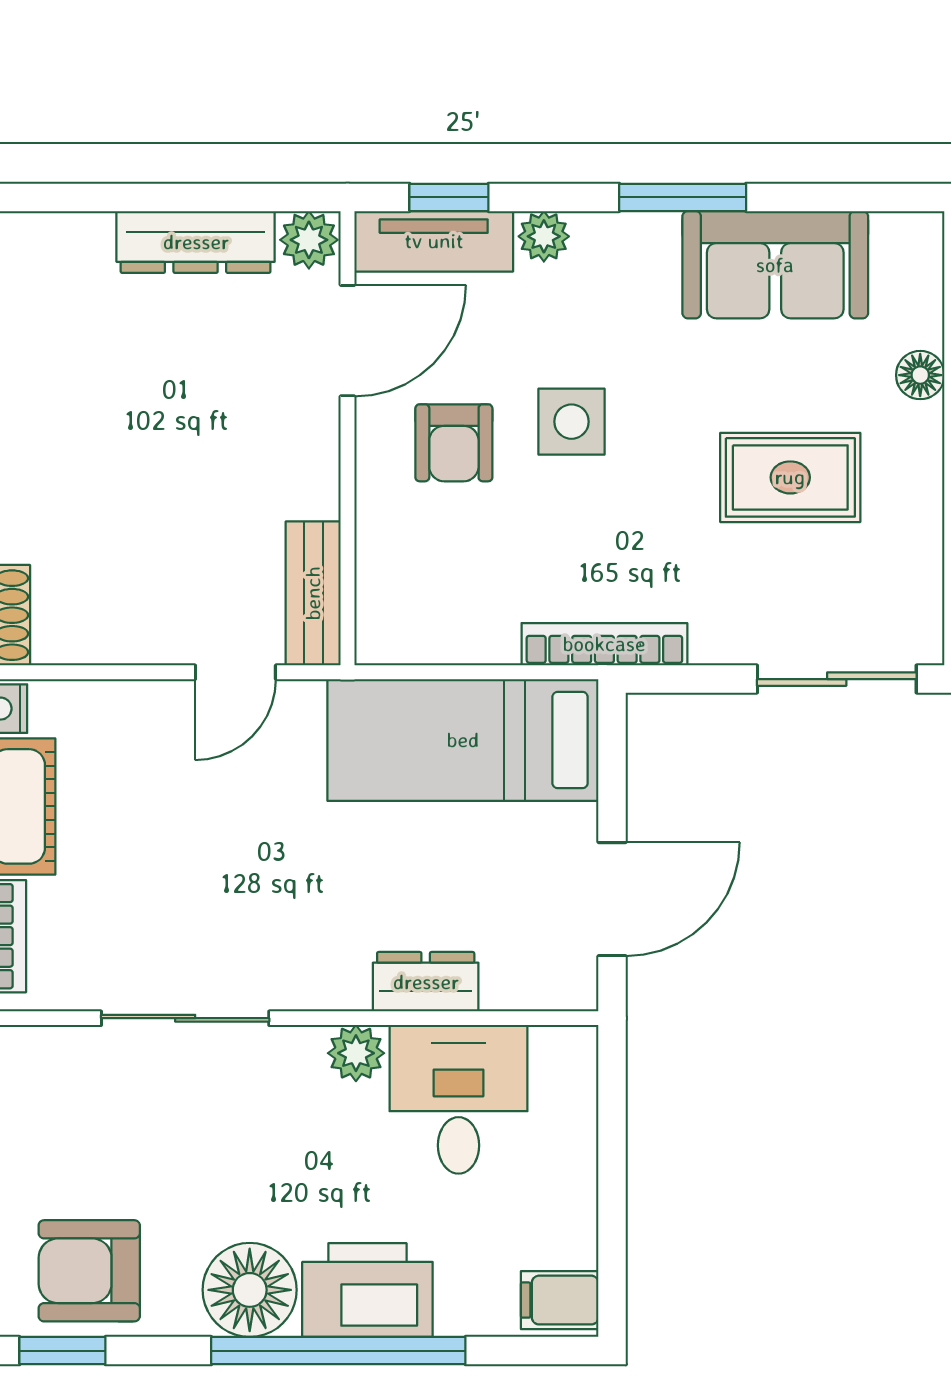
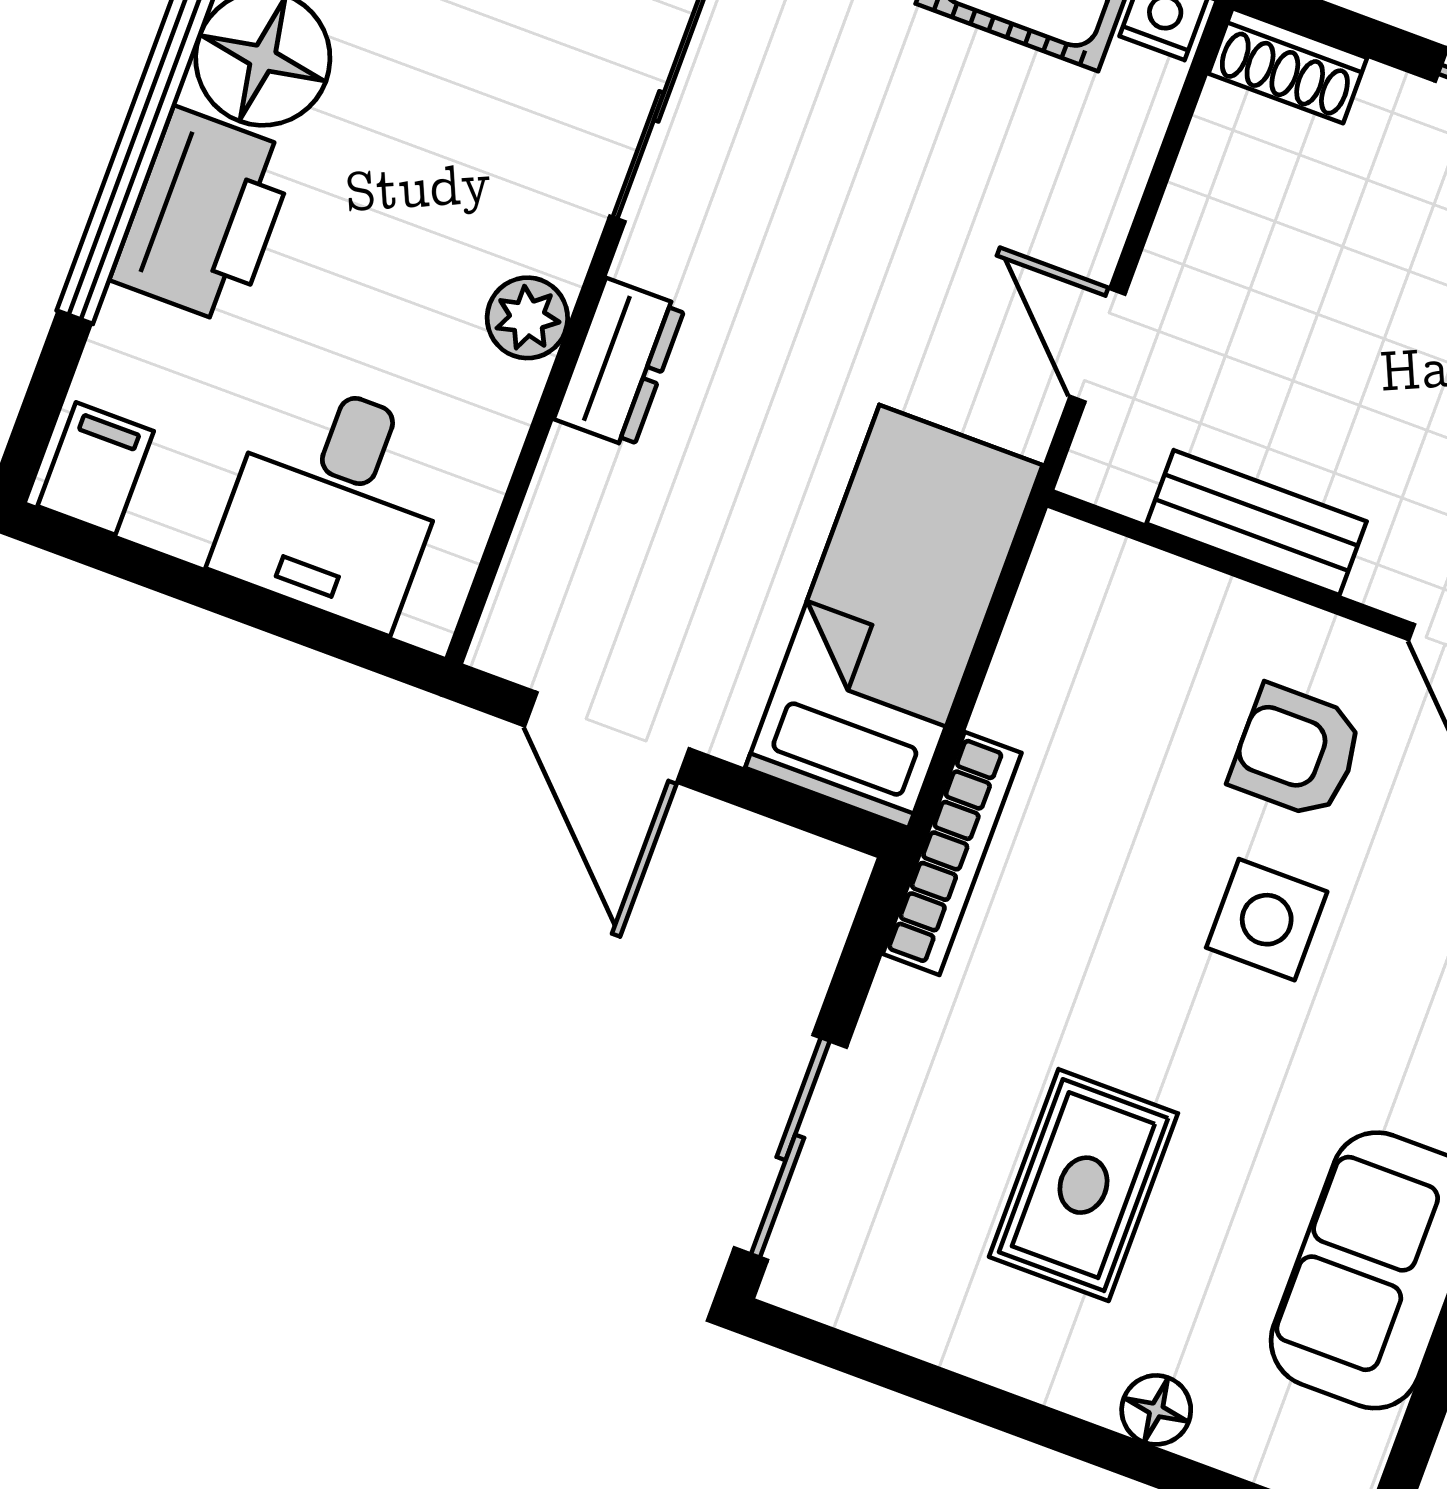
bench: (313, 593) -> (1257, 523), moved
dresser: (426, 982) -> (620, 363), moved
desk: (459, 1099) -> (335, 503), moved, turned 90

